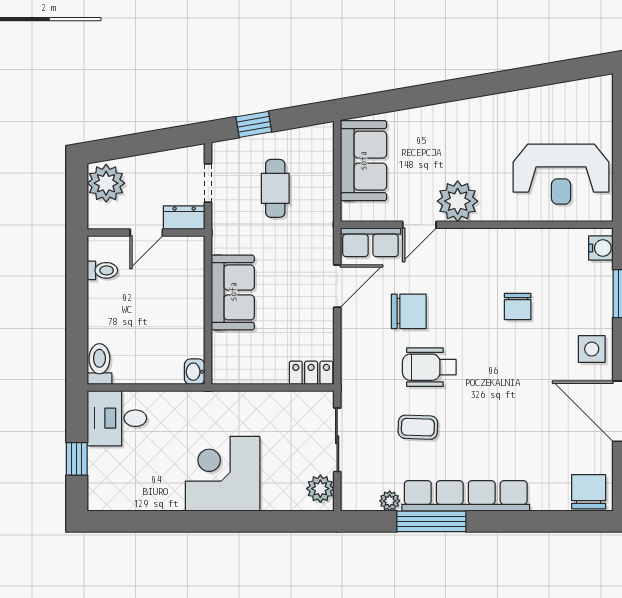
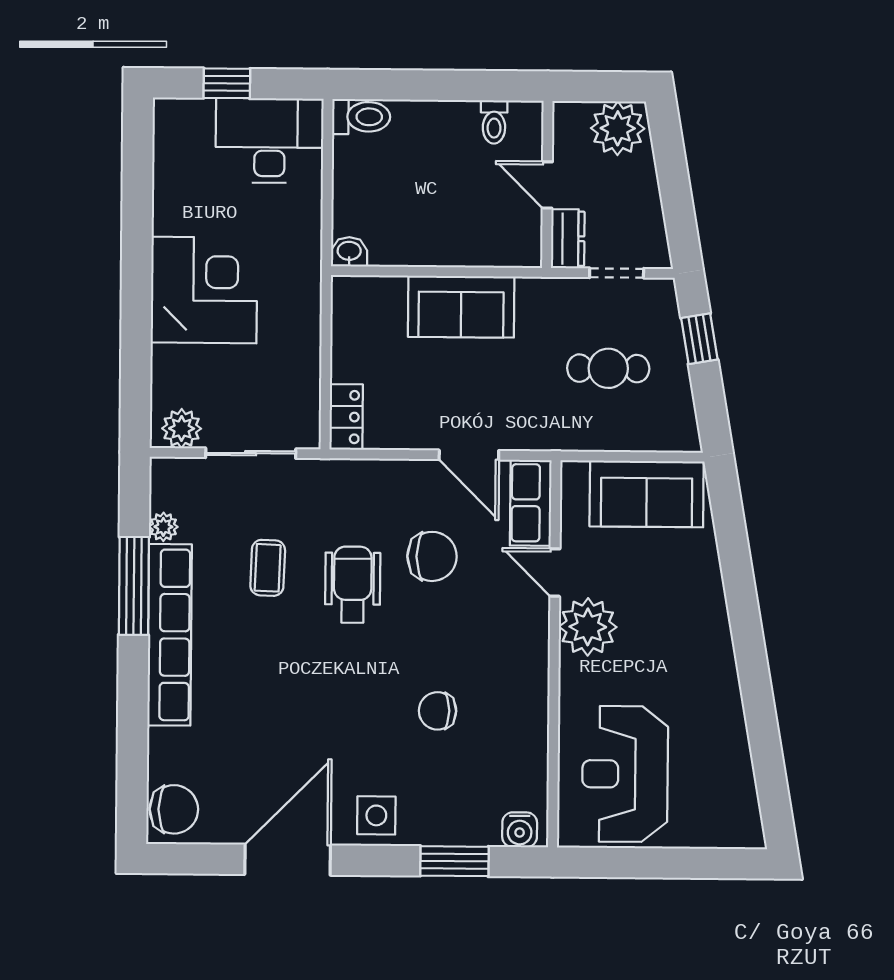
chair: (409, 311) -> (432, 556), turned -90
desk: (117, 418) -> (270, 141), width x1.37

